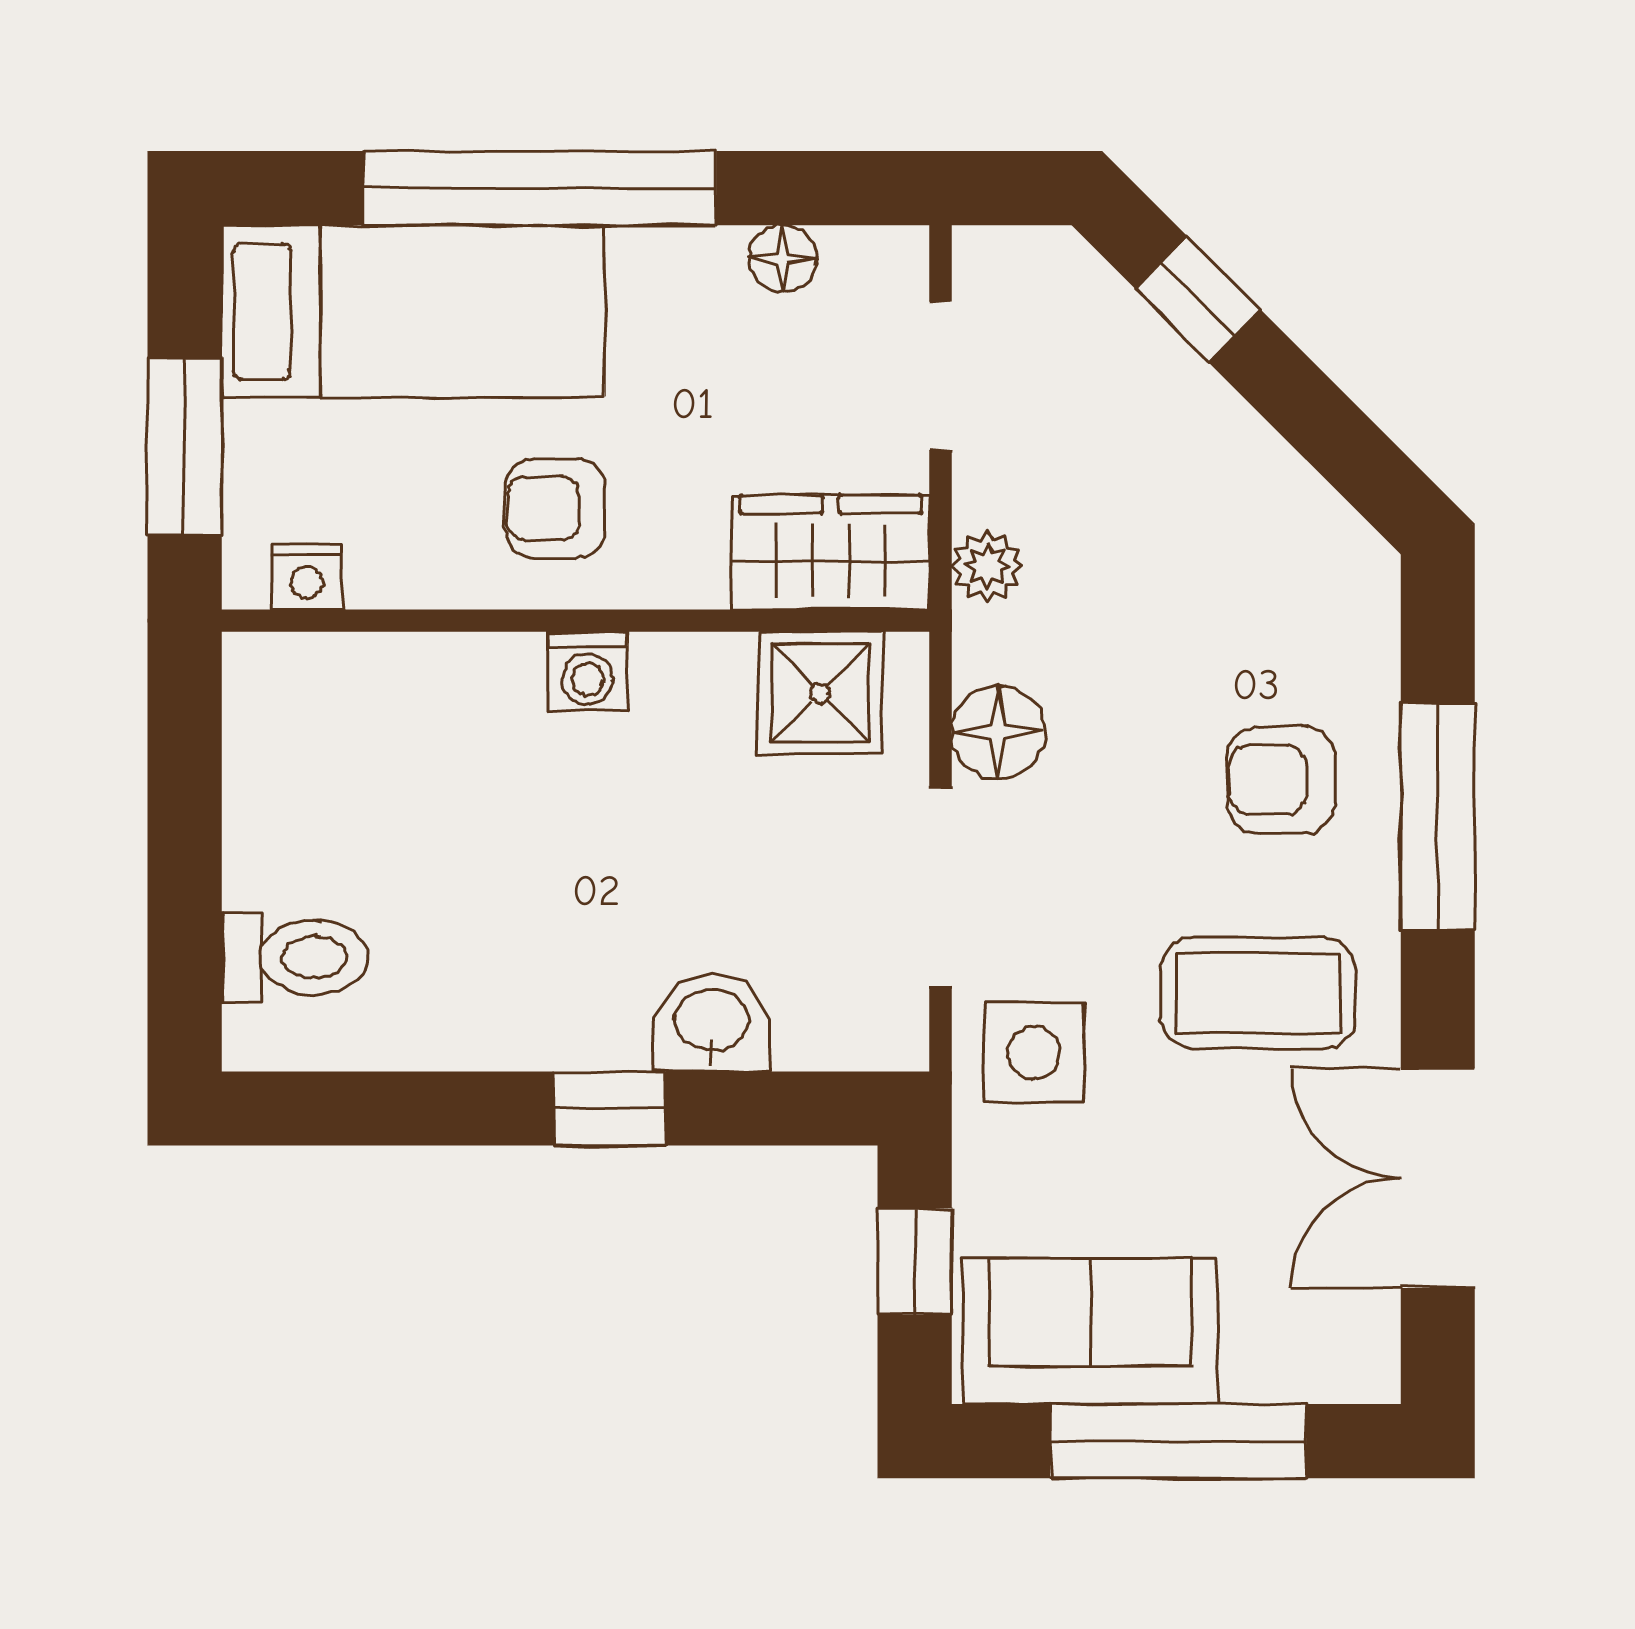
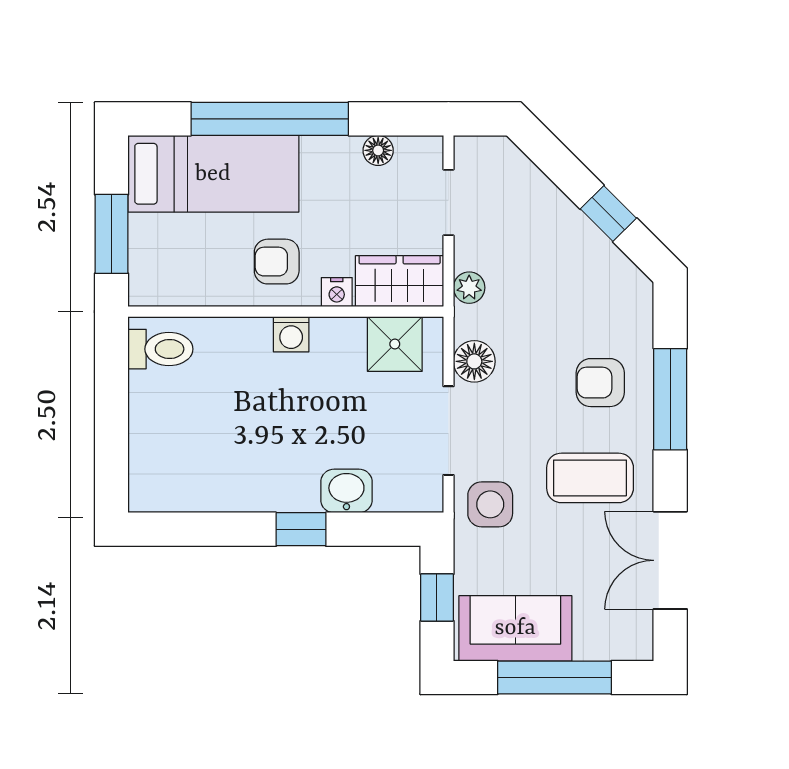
window: (1198, 299) -> (608, 214), moved
nightstand: (307, 577) -> (337, 292), moved
toilet: (295, 957) -> (160, 349), moved

